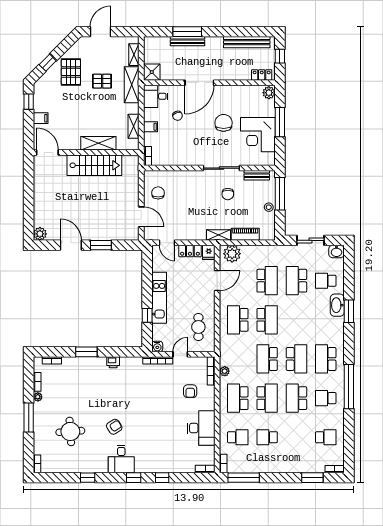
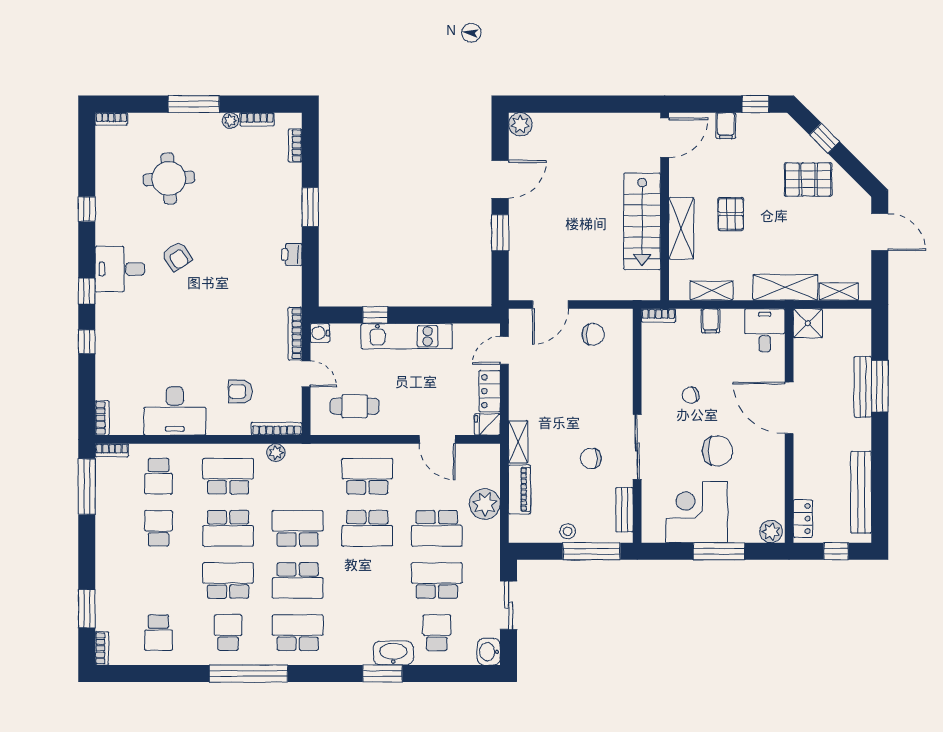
pallet: (102, 81) -> (731, 214), moved
chair: (178, 116) -> (691, 395), moved
plant: (232, 254) -> (485, 504), moved

